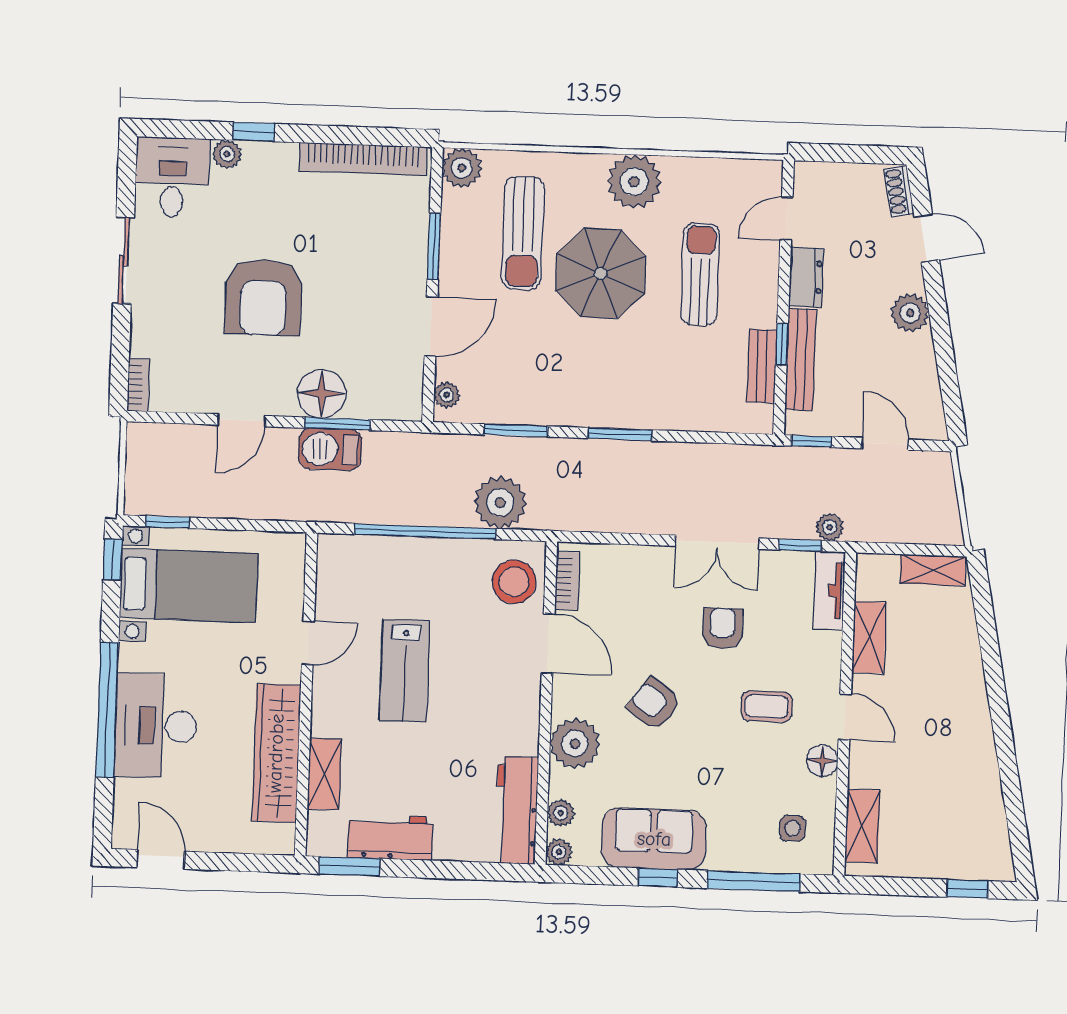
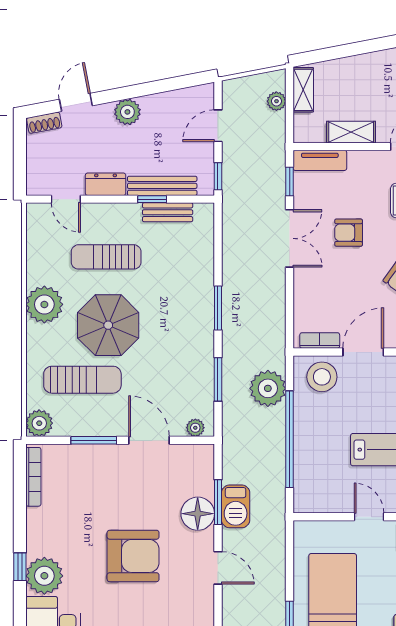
plant: (227, 154) -> (44, 576), width x1.87, depth x1.87
bookcase: (363, 159) -> (33, 477), width x0.68, depth x0.76
plant: (830, 527) -> (276, 101), moved

